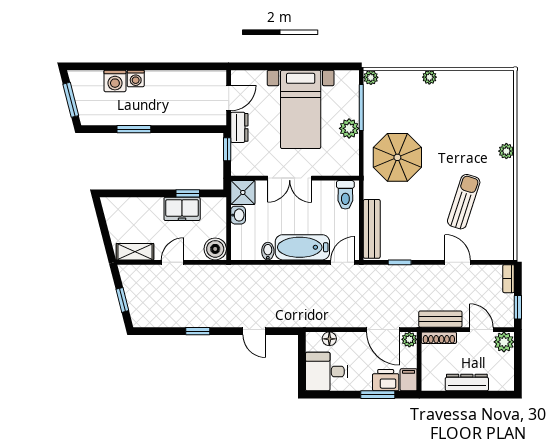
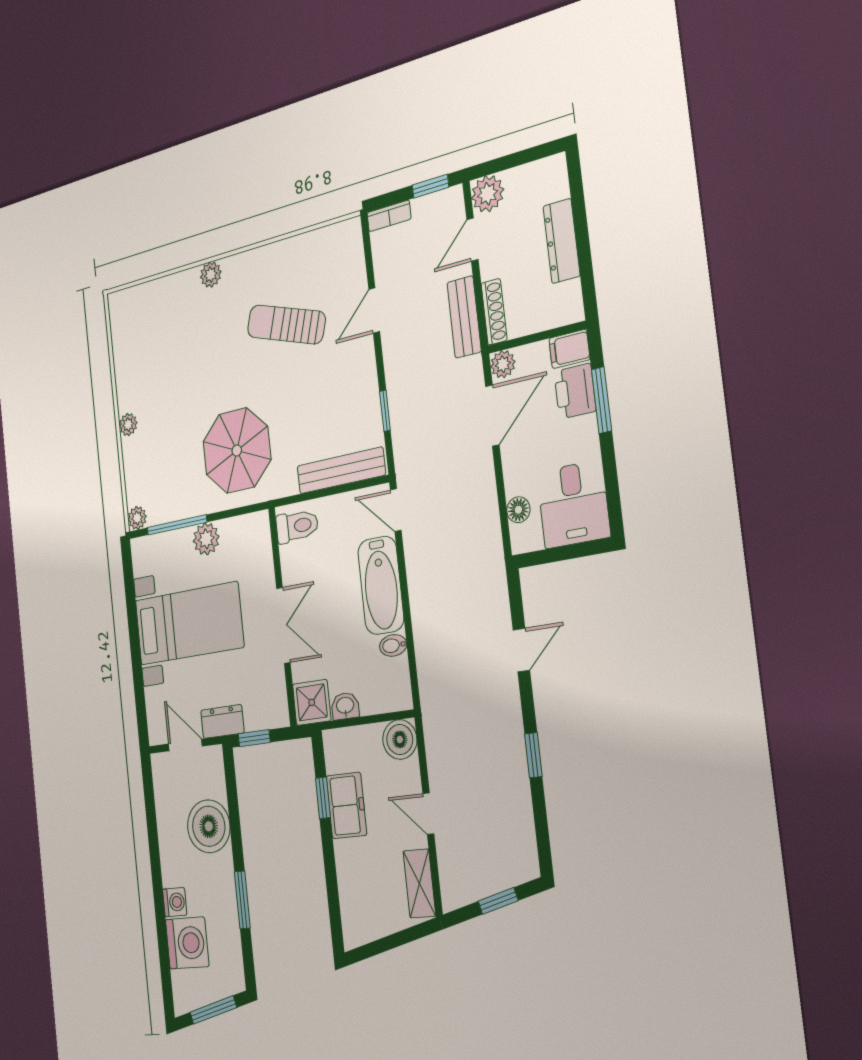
washing machine: (115, 81) -> (187, 943), width x1.37, depth x1.37
boiler: (179, 110) -> (209, 826), added

